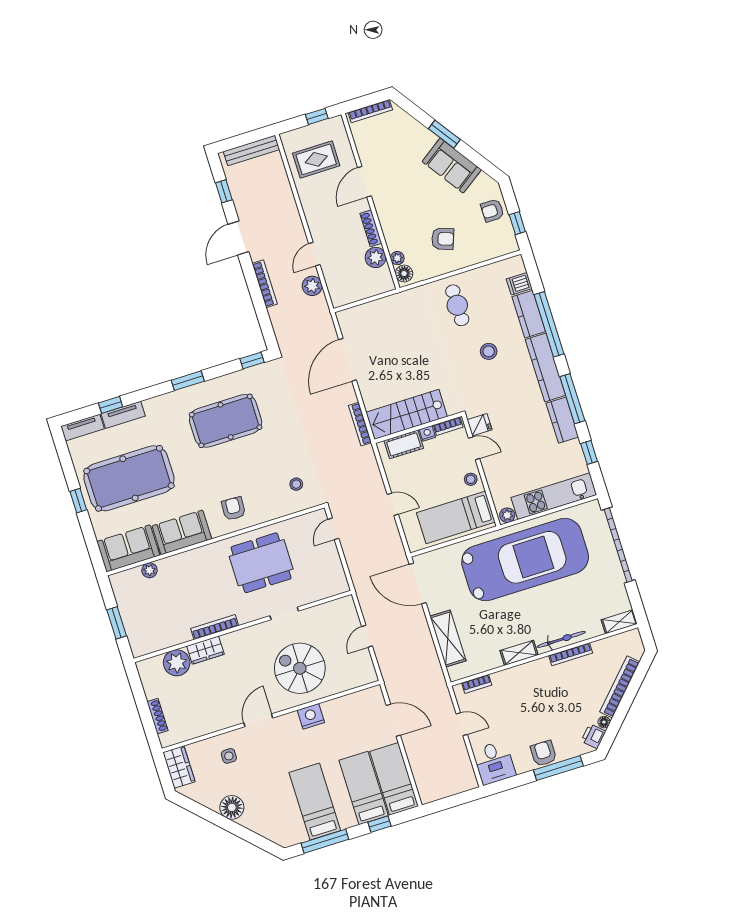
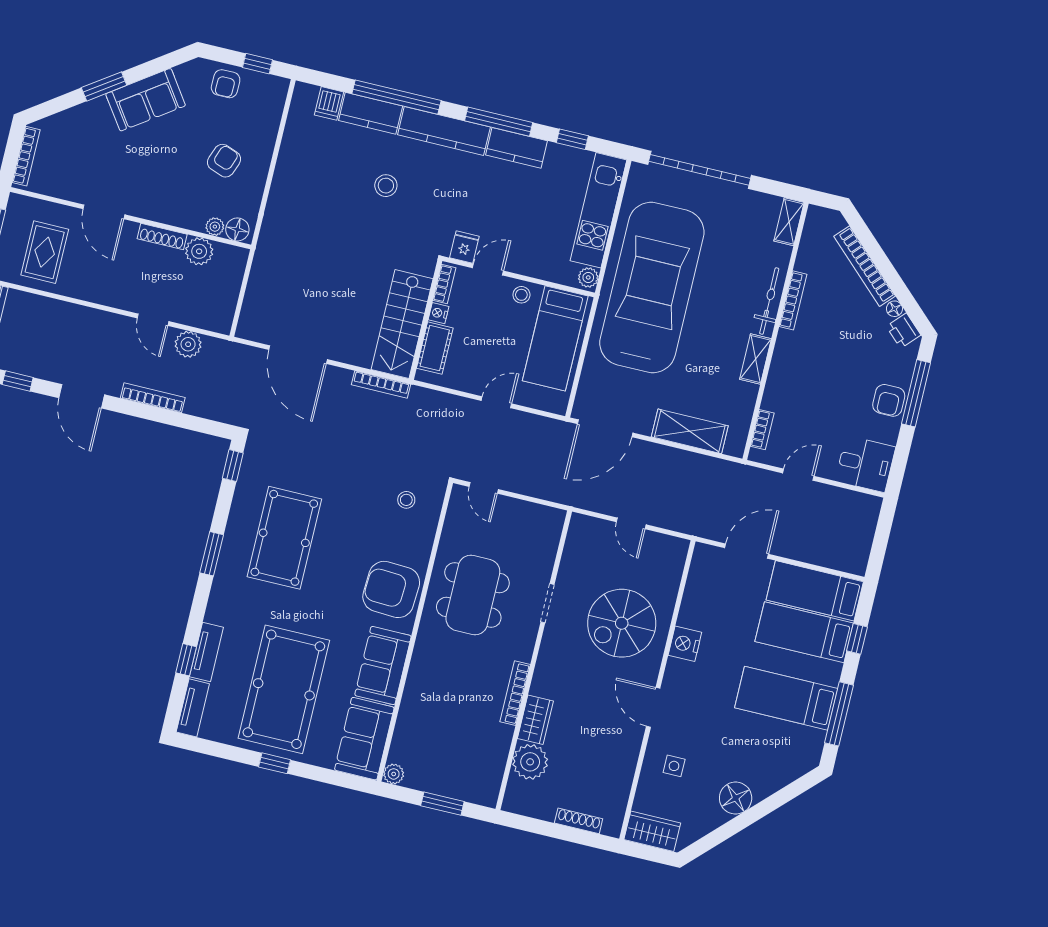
cafe table: (457, 305) -> (311, 190), removed
armchair: (233, 509) -> (391, 589), width x1.88, depth x1.88
plant: (149, 570) -> (394, 774), moved
armchair: (543, 753) -> (889, 400), turned -90

